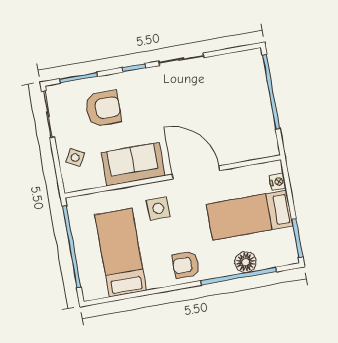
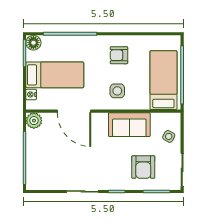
armchair: (103, 108) -> (143, 167), turned -90
plant: (267, 146) -> (34, 121), added
door: (196, 172) -> (74, 111), moved
bed: (121, 253) -> (163, 80), moved, turned 180
floor lamp: (246, 262) -> (33, 43), moved
armchair: (186, 265) -> (119, 55), moved, turned 180

